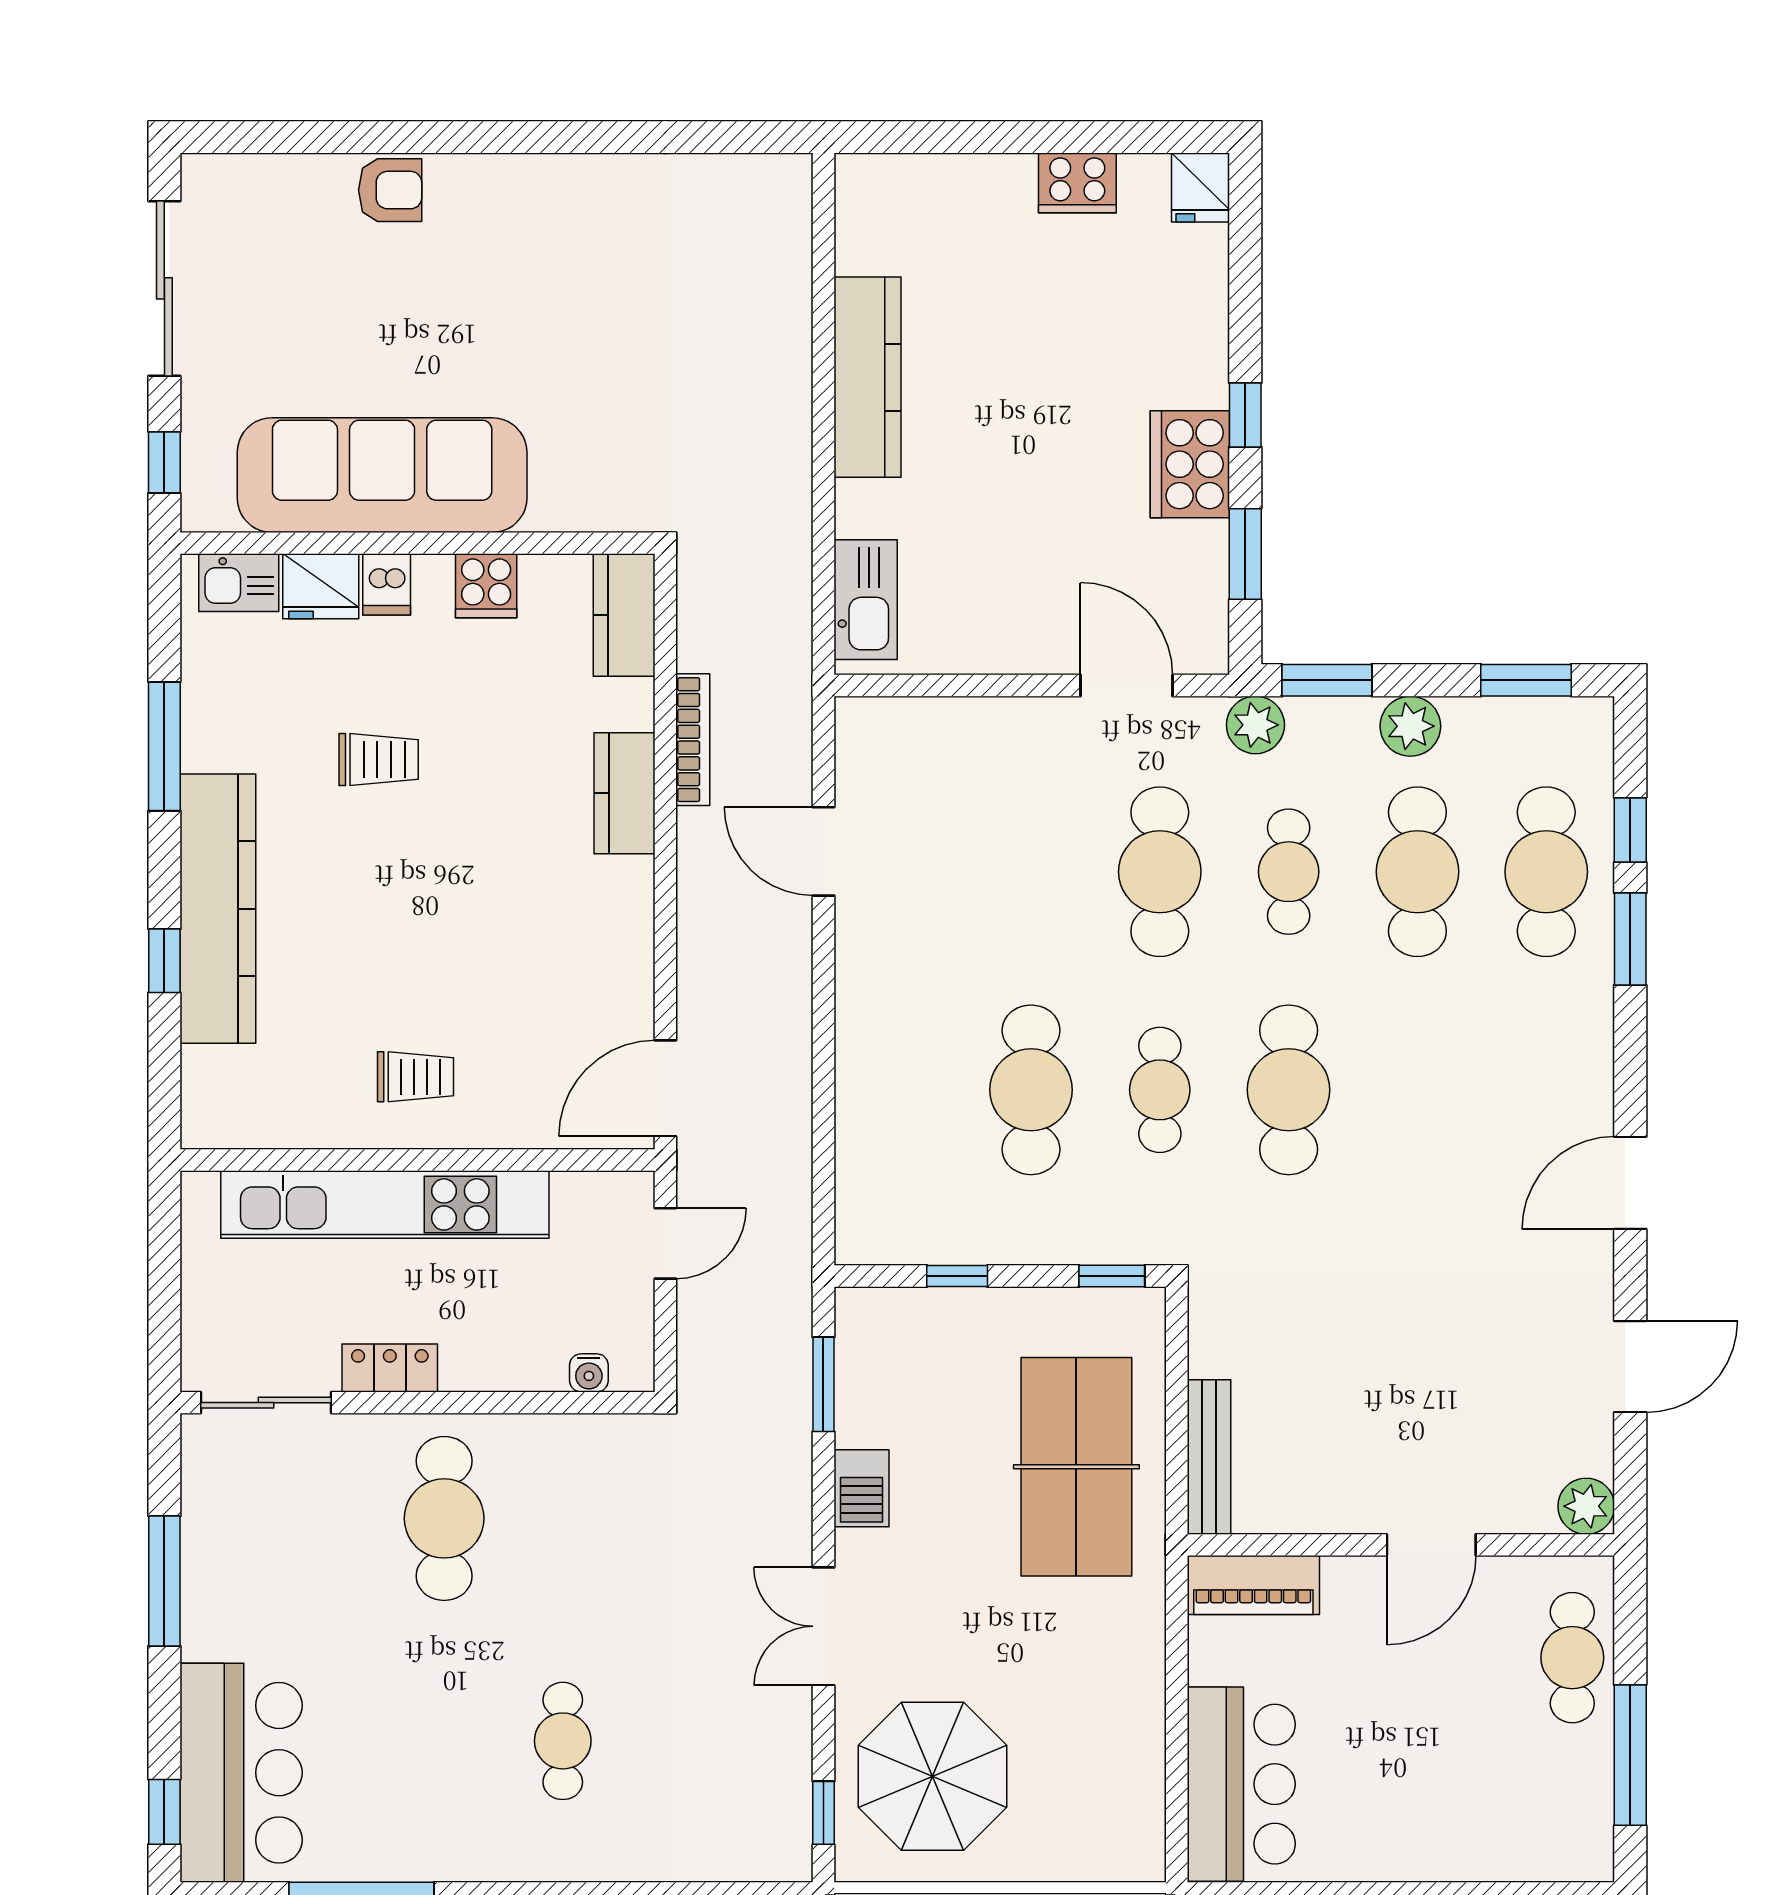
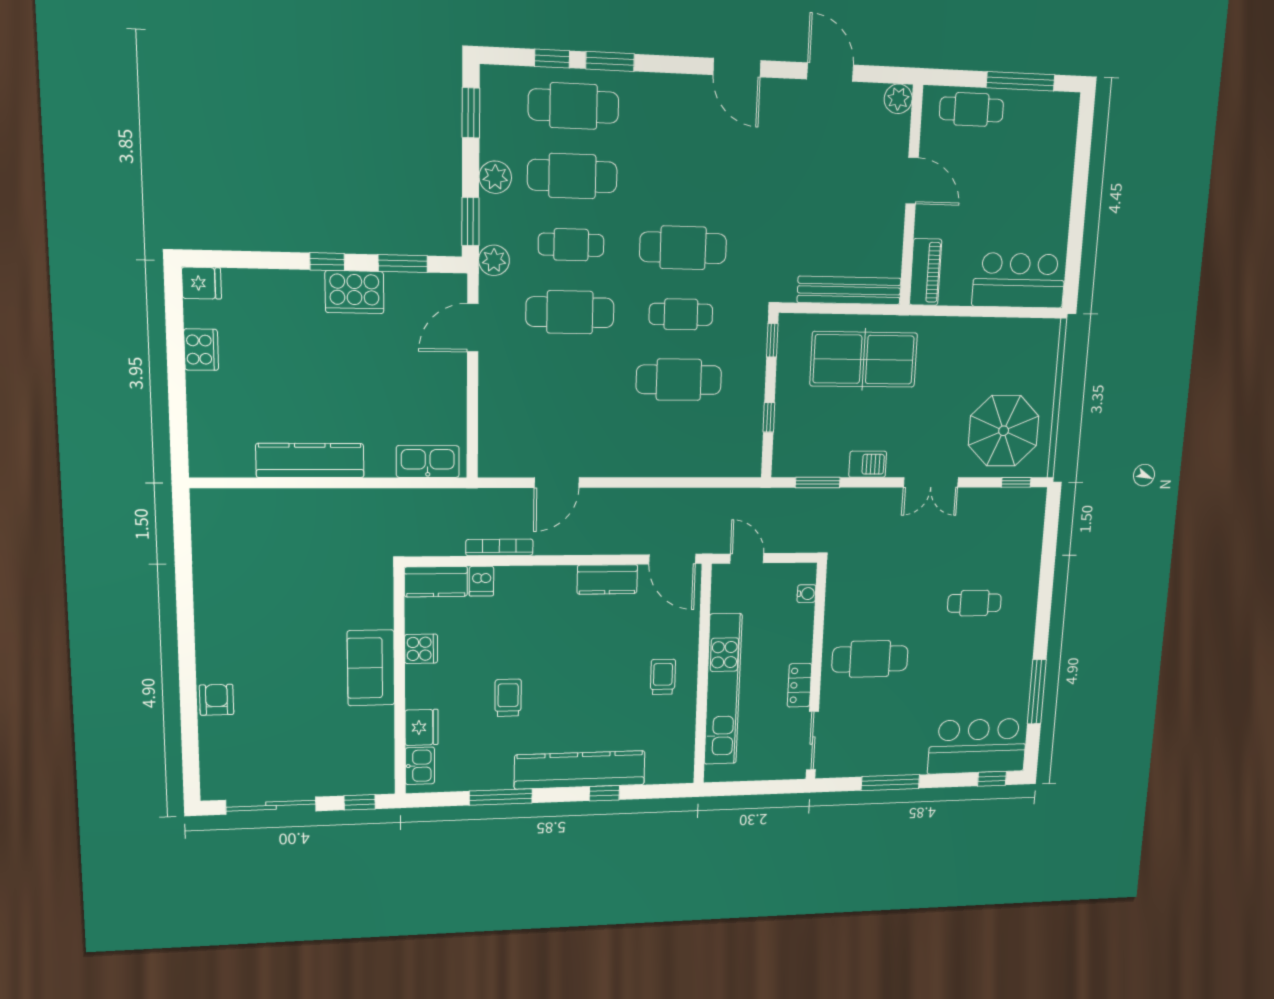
sofa: (382, 475) -> (371, 668), width x0.54, depth x0.79
dishwasher: (387, 584) -> (481, 581), moved, turned 90
kitchen counter: (624, 793) -> (607, 579), moved
bench: (1209, 1457) -> (849, 290), width x1.37, depth x1.21

